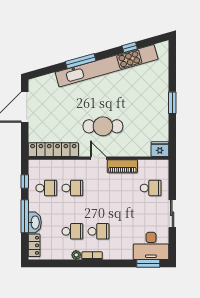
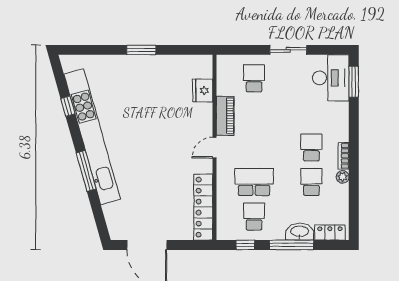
cafe table: (103, 126) -> (172, 142), removed
fridge: (160, 149) -> (203, 90), moved
school desk: (72, 188) -> (254, 182), width x1.85

